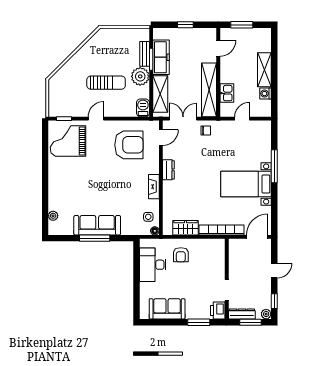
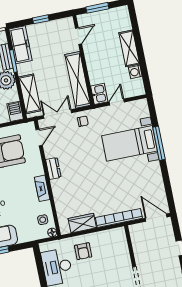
freezer: (161, 57) -> (20, 45), moved
kitchen sink: (227, 93) -> (99, 94), moved
bed with nightstands: (246, 184) -> (129, 143), moved
door: (257, 237) -> (156, 218), hinge flipped

